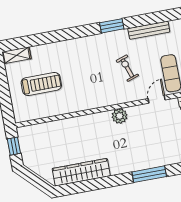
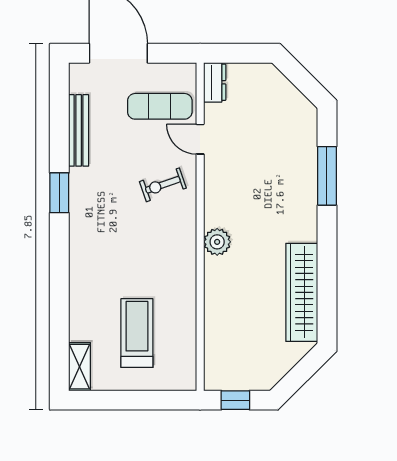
exercise bike: (127, 68) -> (163, 185), moved
plant: (120, 116) -> (217, 242), moved

